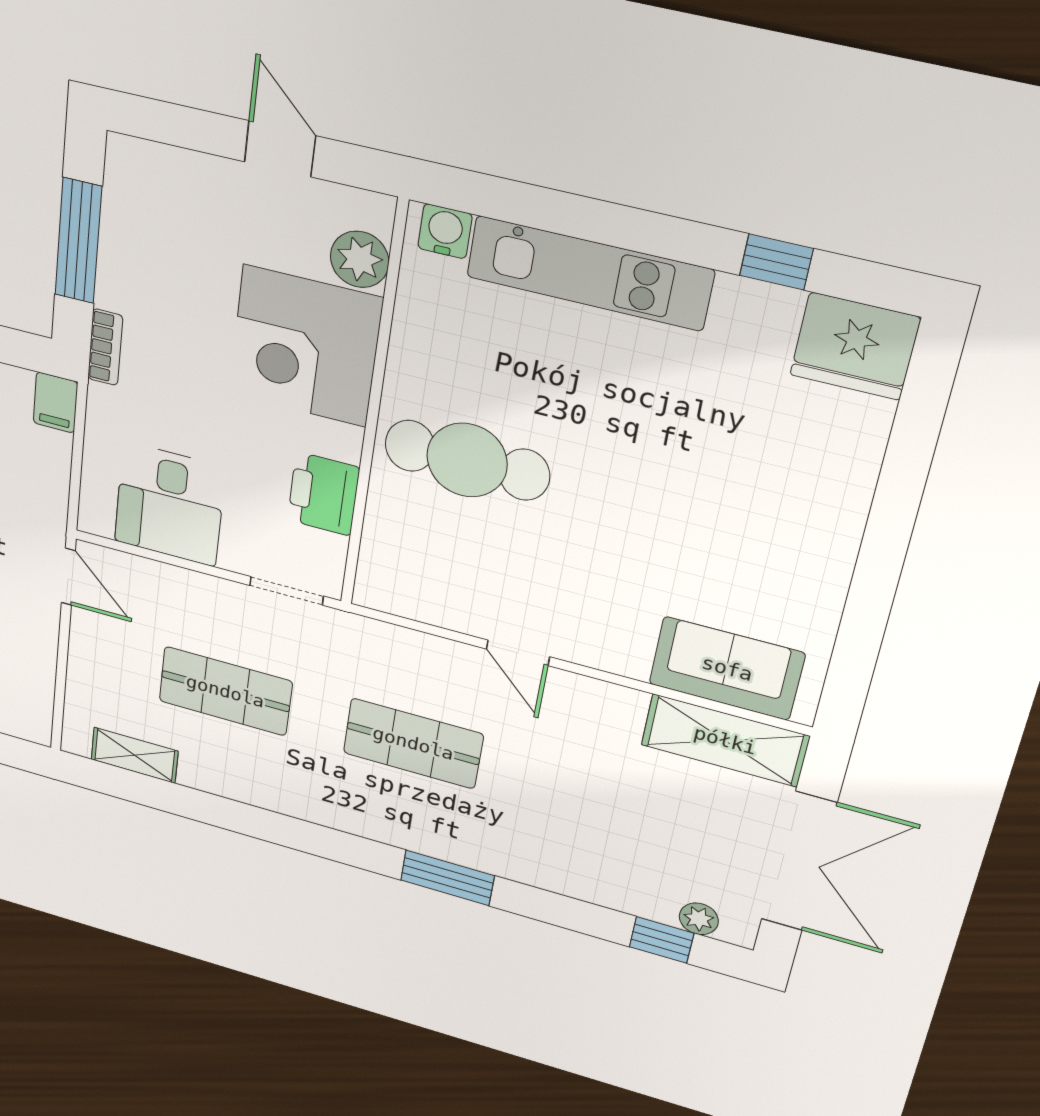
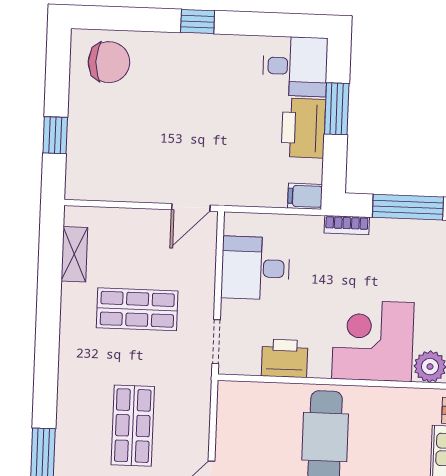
shop shelf: (225, 691) -> (137, 309), turned 90

